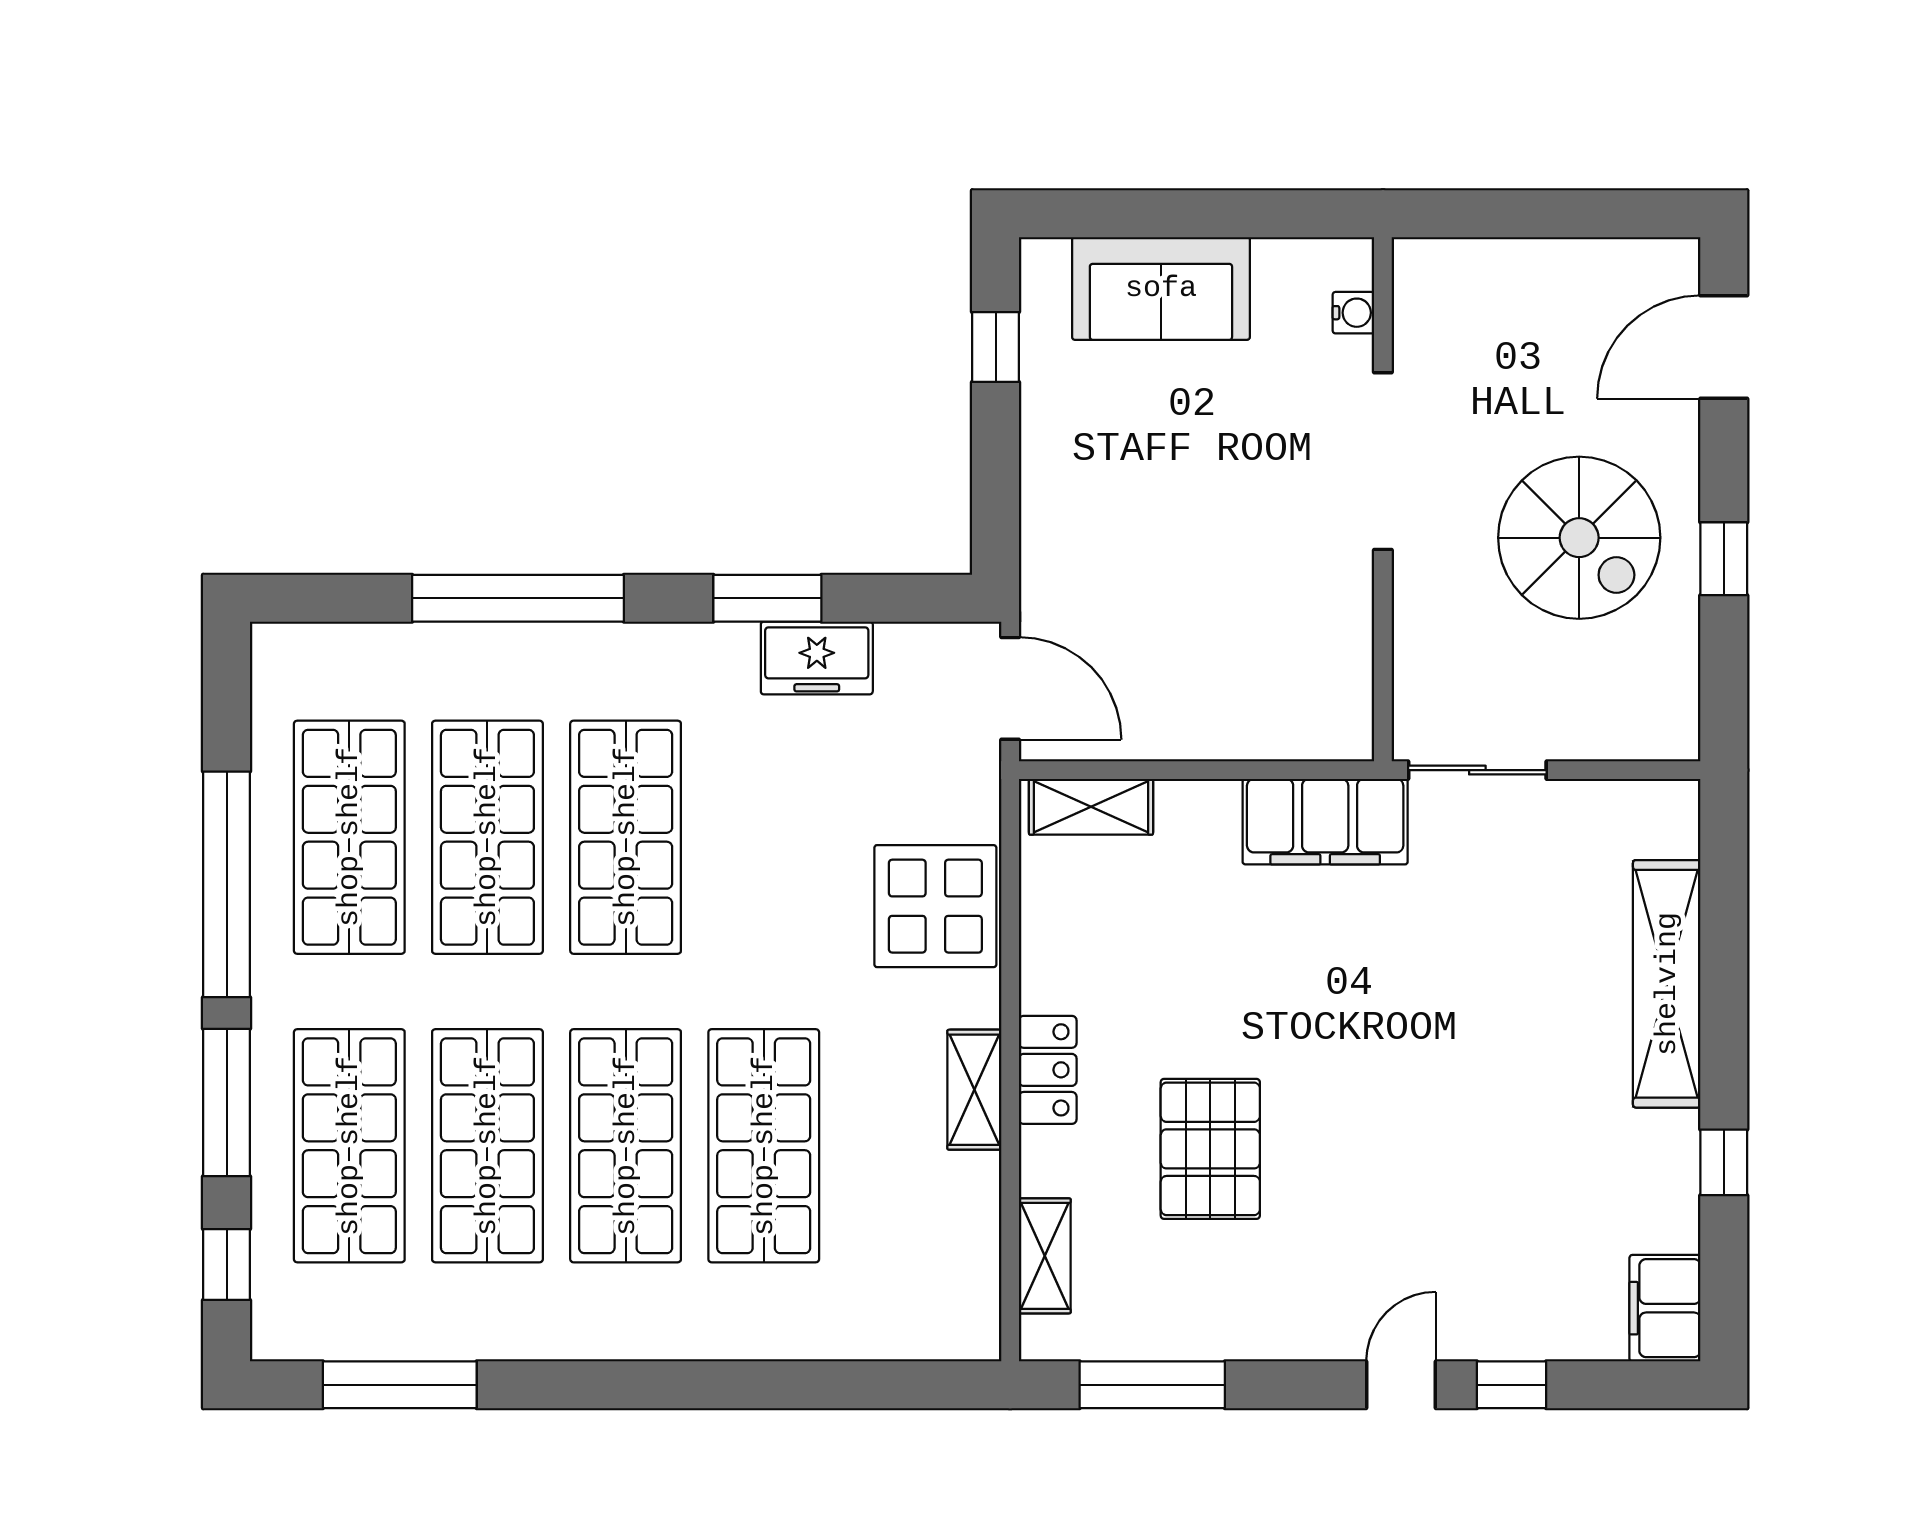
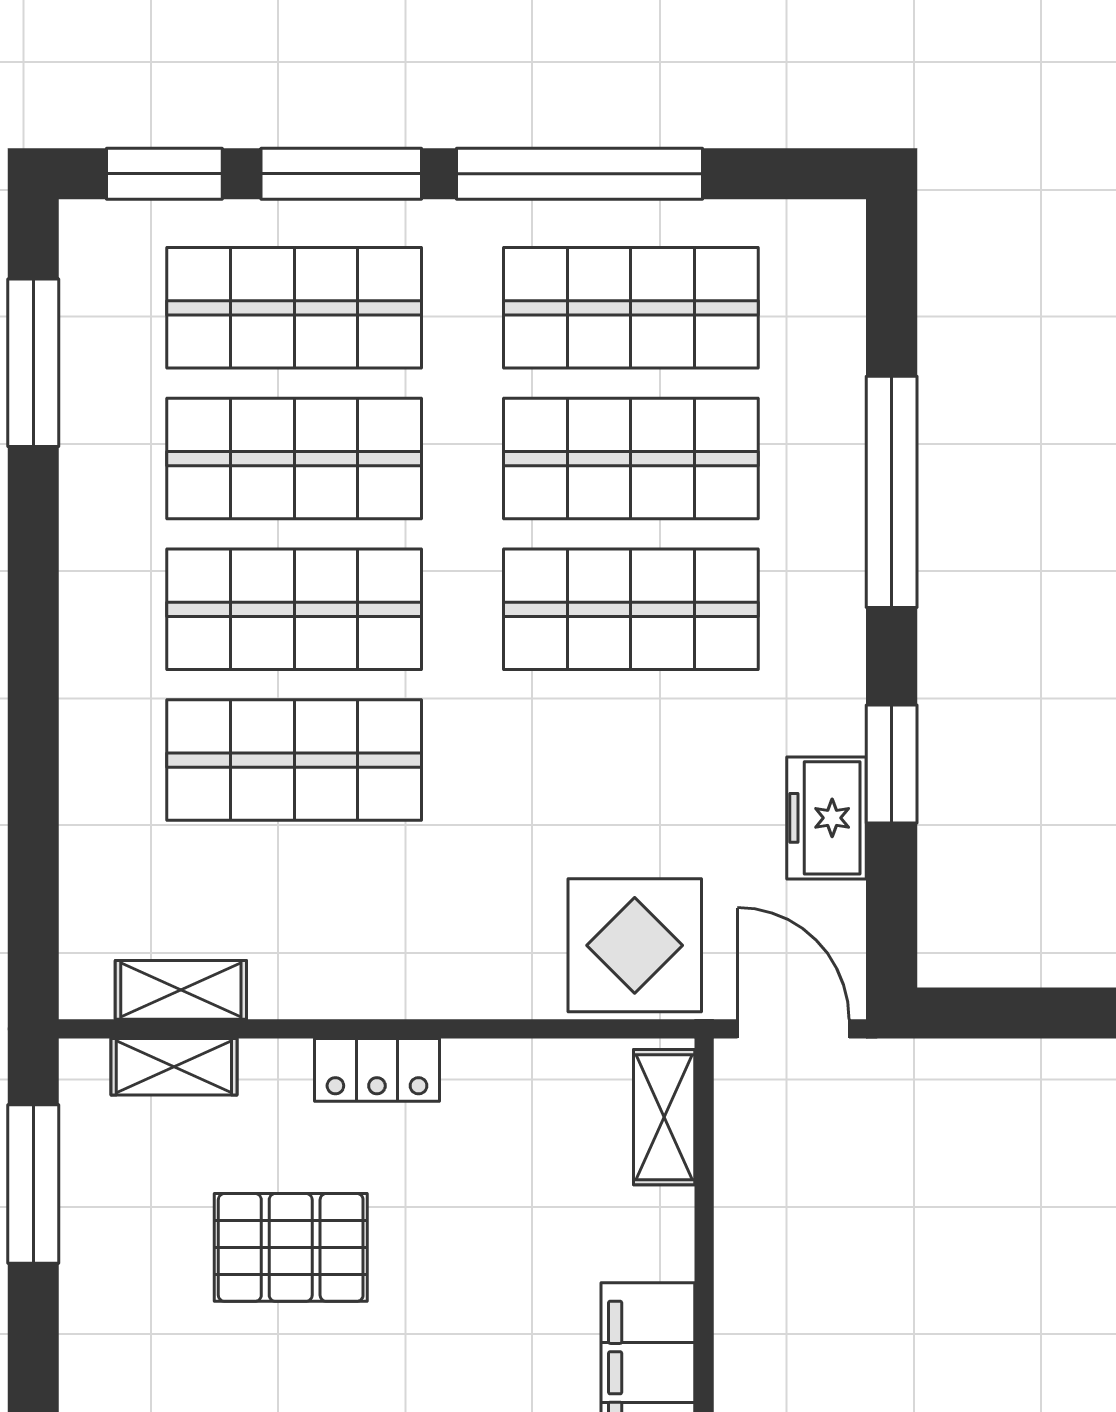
door: (1010, 688) -> (793, 1029), swing flipped
display table: (935, 906) -> (635, 945), moved
shelving: (974, 1090) -> (181, 990), moved
window: (227, 1265) -> (164, 174), width x1.50

